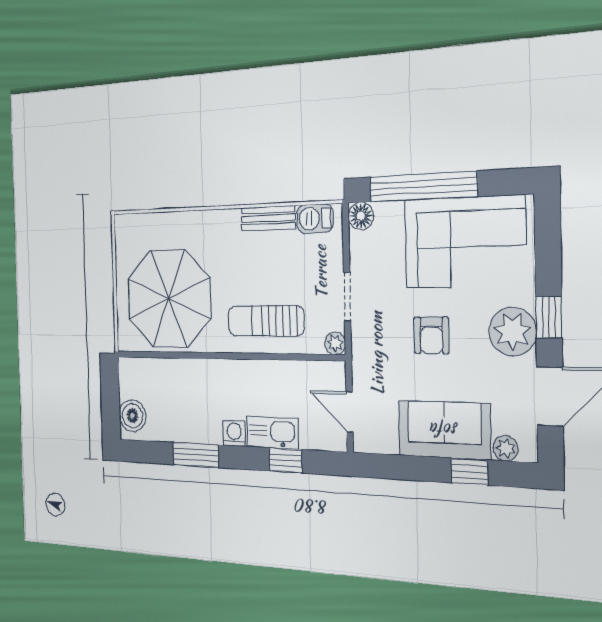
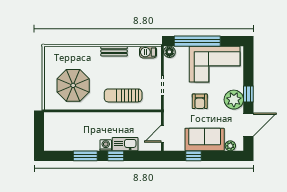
bench: (268, 218) -> (114, 51), moved
parasol: (169, 299) -> (73, 85), width x0.73, depth x0.73
plant: (335, 343) -> (156, 105), removed
door: (349, 412) -> (162, 134), hinge flipped
boiler: (132, 416) -> (51, 139), removed
window: (286, 460) -> (116, 156), moved
window: (470, 471) -> (194, 156), moved

